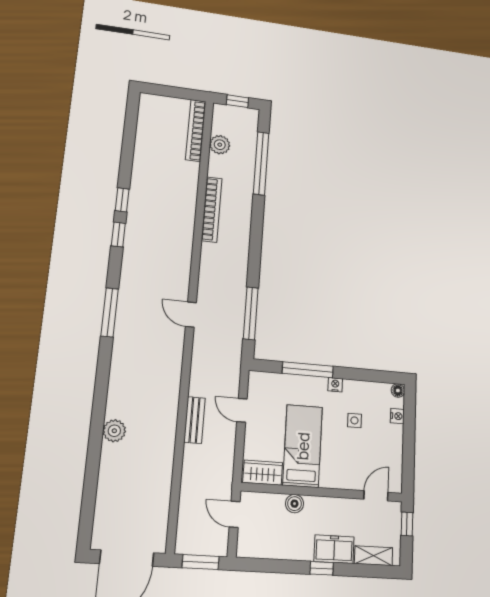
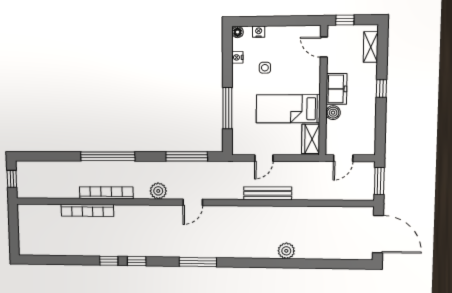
bookcase: (196, 130) -> (87, 210), moved
plant: (220, 145) -> (158, 191), moved
window: (261, 163) -> (108, 156), moved
nightstand: (335, 385) -> (237, 57), moved
bench: (195, 420) -> (268, 193), width x1.36
freezer: (334, 549) -> (336, 89), moved, turned 180

